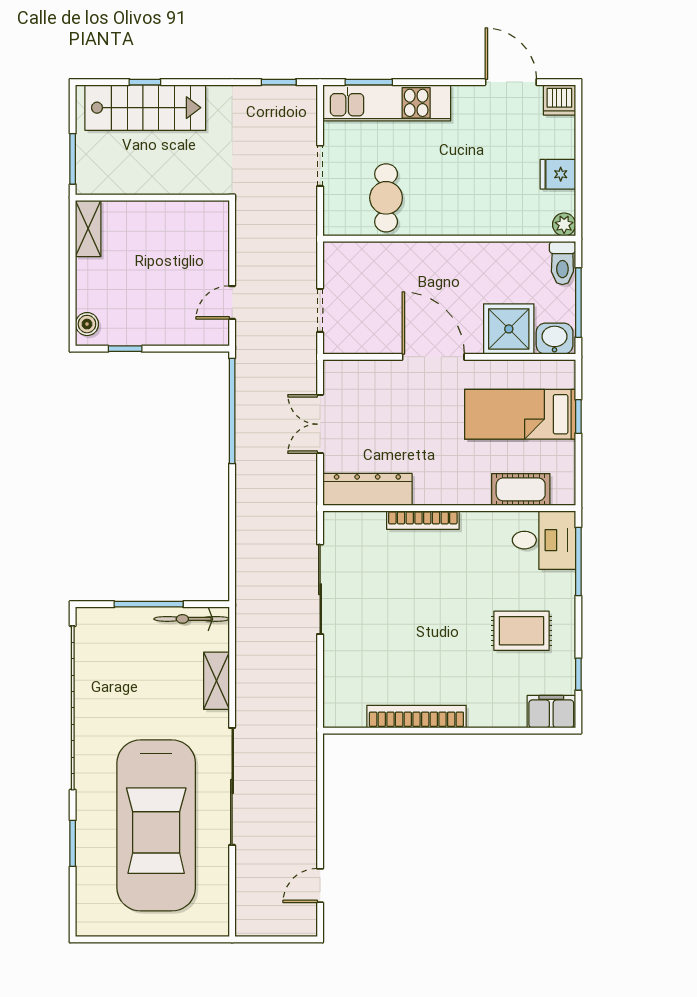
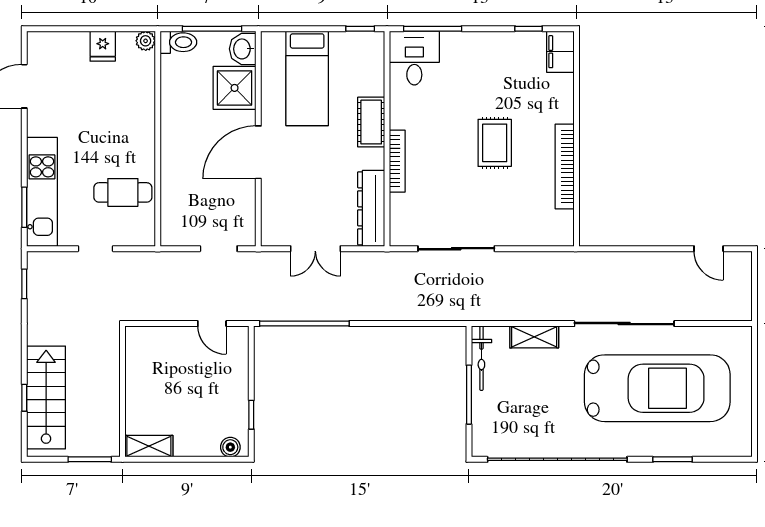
dishwasher: (559, 100) -> (39, 45), removed
window: (578, 417) -> (360, 29), moved
cot: (521, 489) -> (371, 122), moved
rug: (521, 631) -> (495, 143), moved

